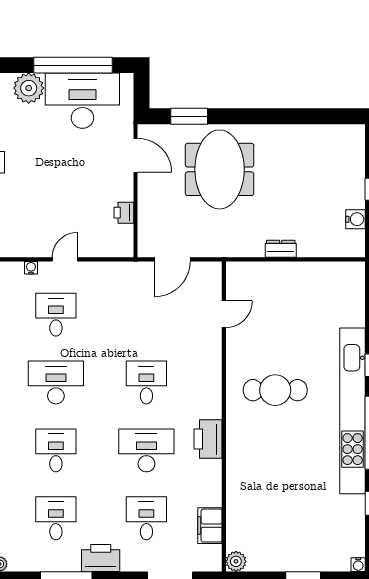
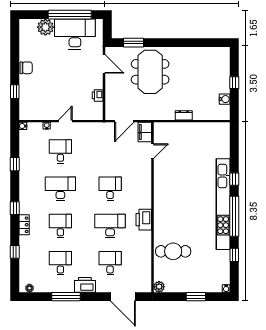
cafe table: (275, 390) -> (173, 251), moved
filing cabinet: (210, 526) -> (145, 132), moved

